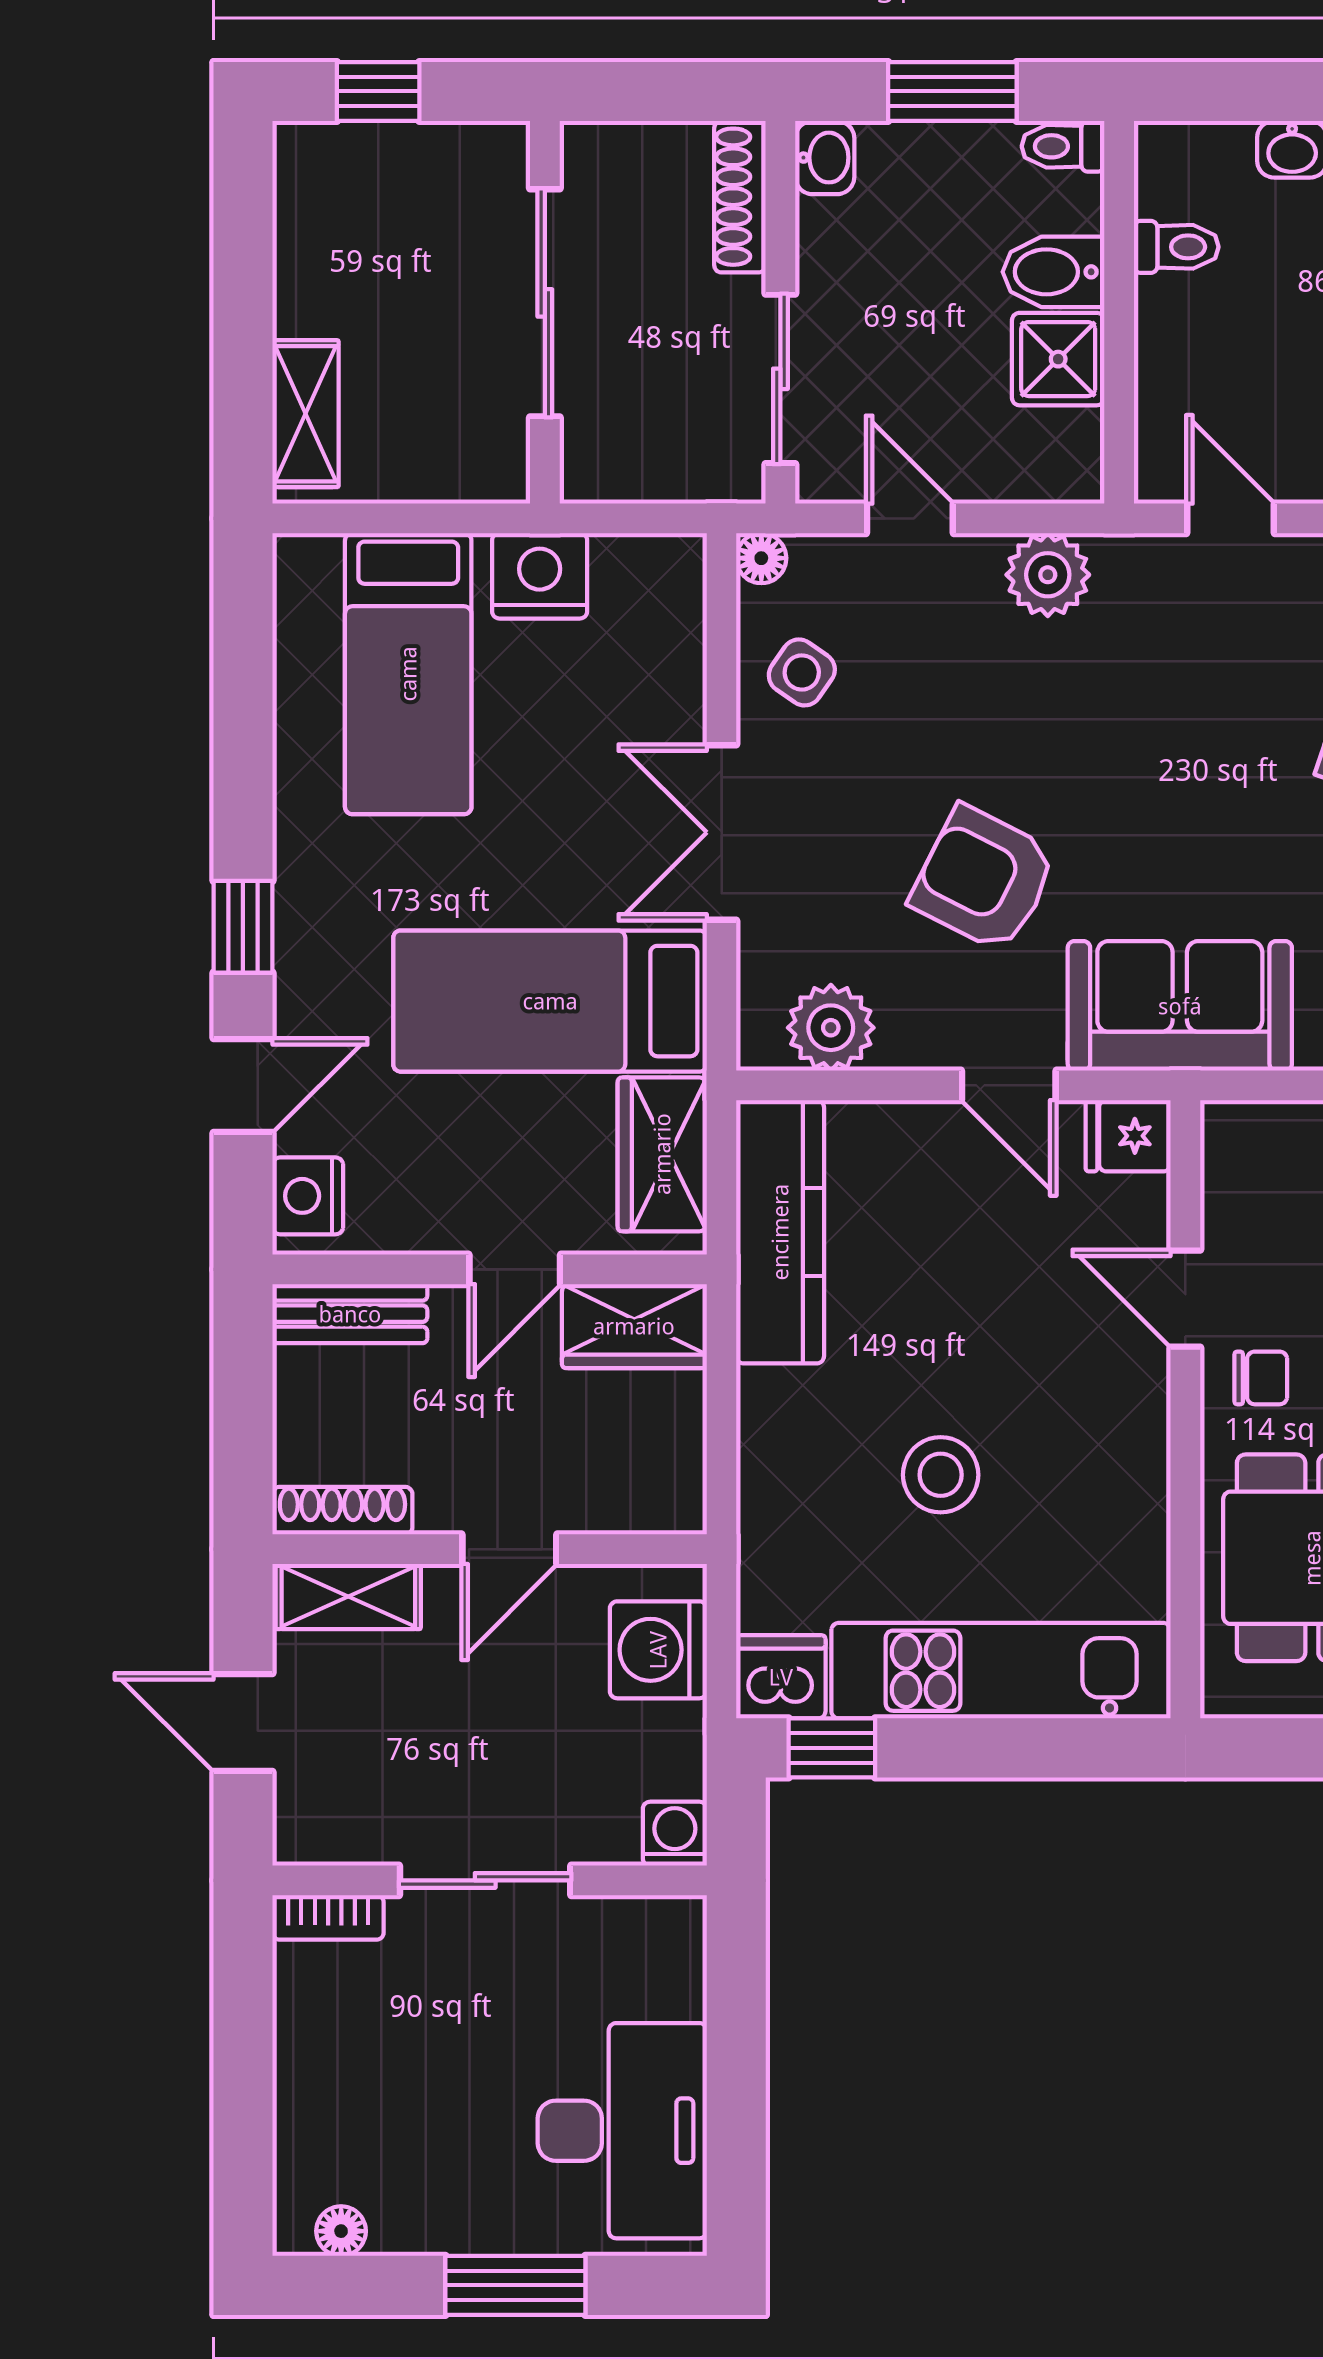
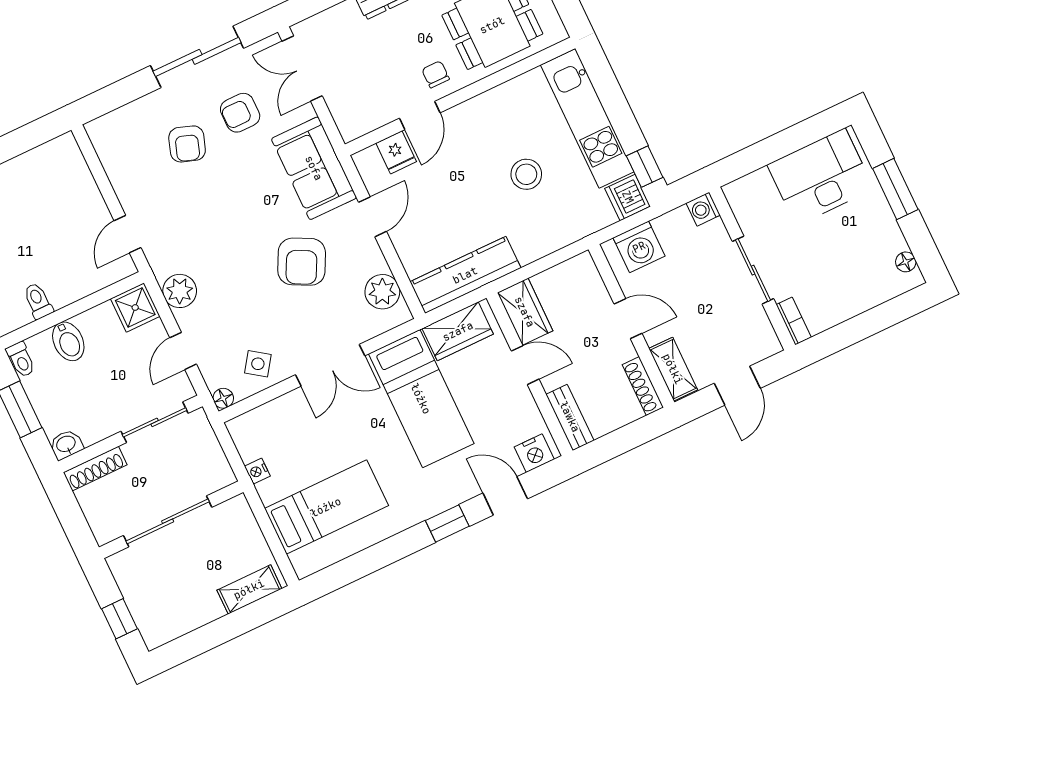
shower: (1058, 359) -> (135, 307), moved
nightstand: (540, 576) -> (257, 471), width x0.53, depth x0.56
fridge: (1128, 1136) -> (396, 152), moved

